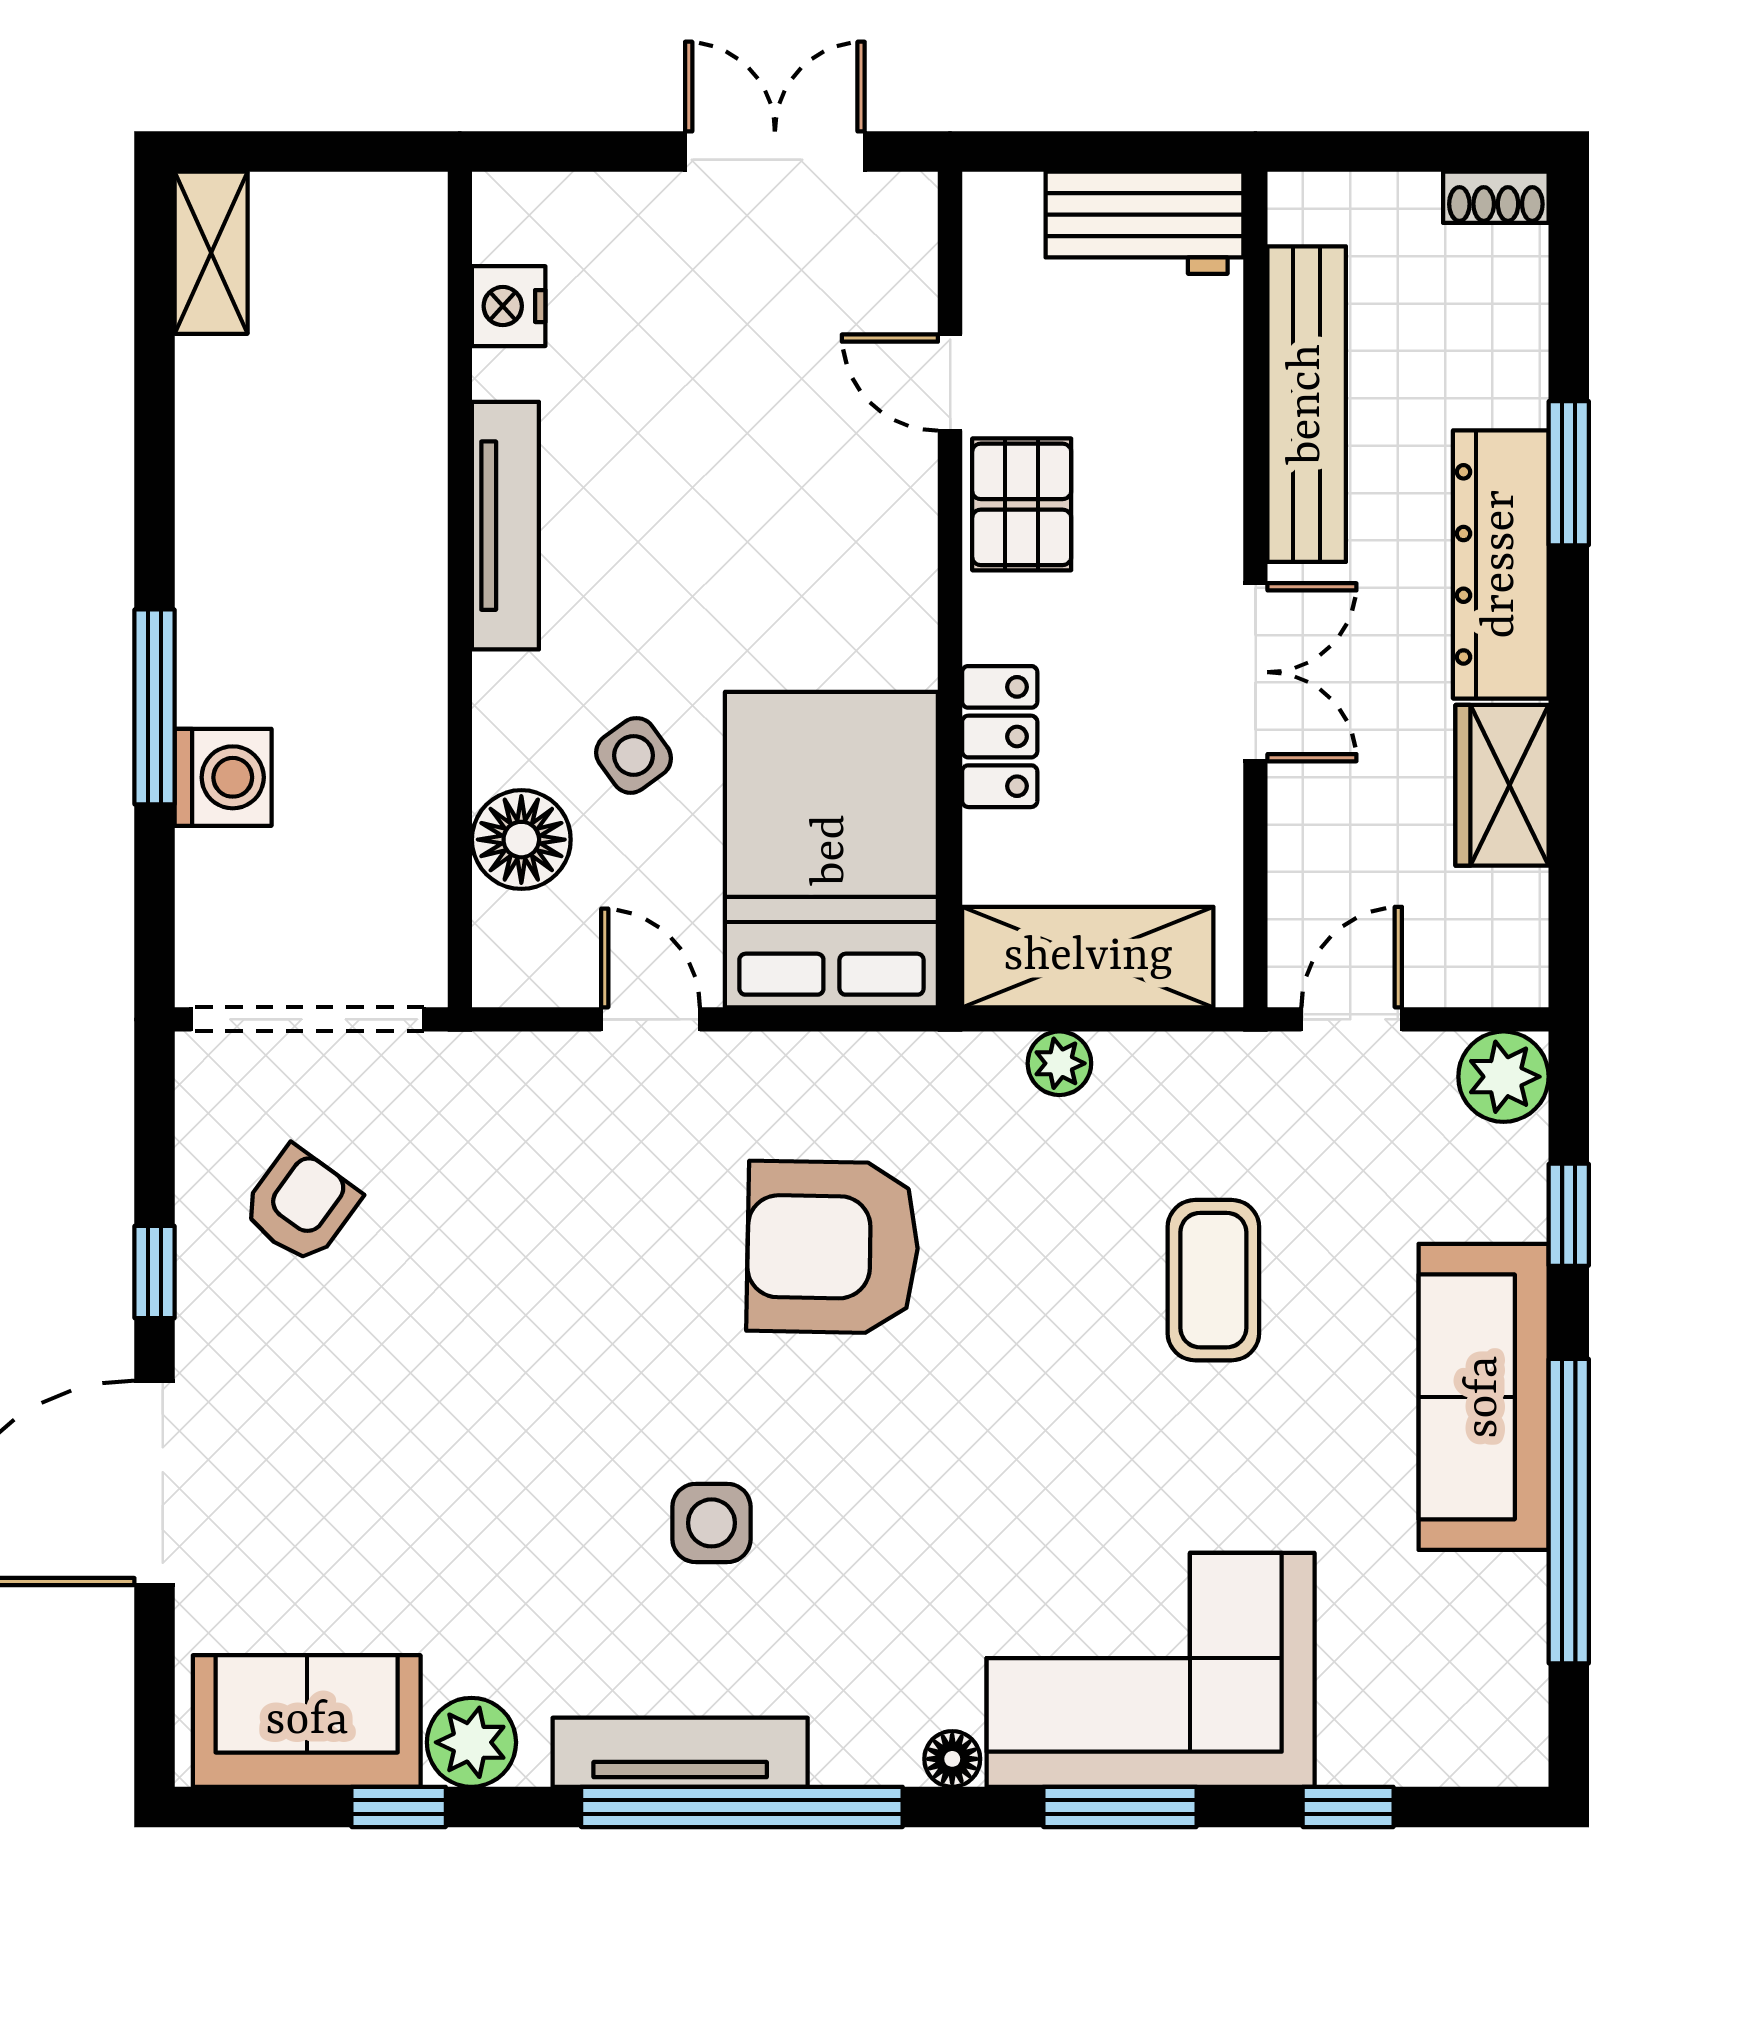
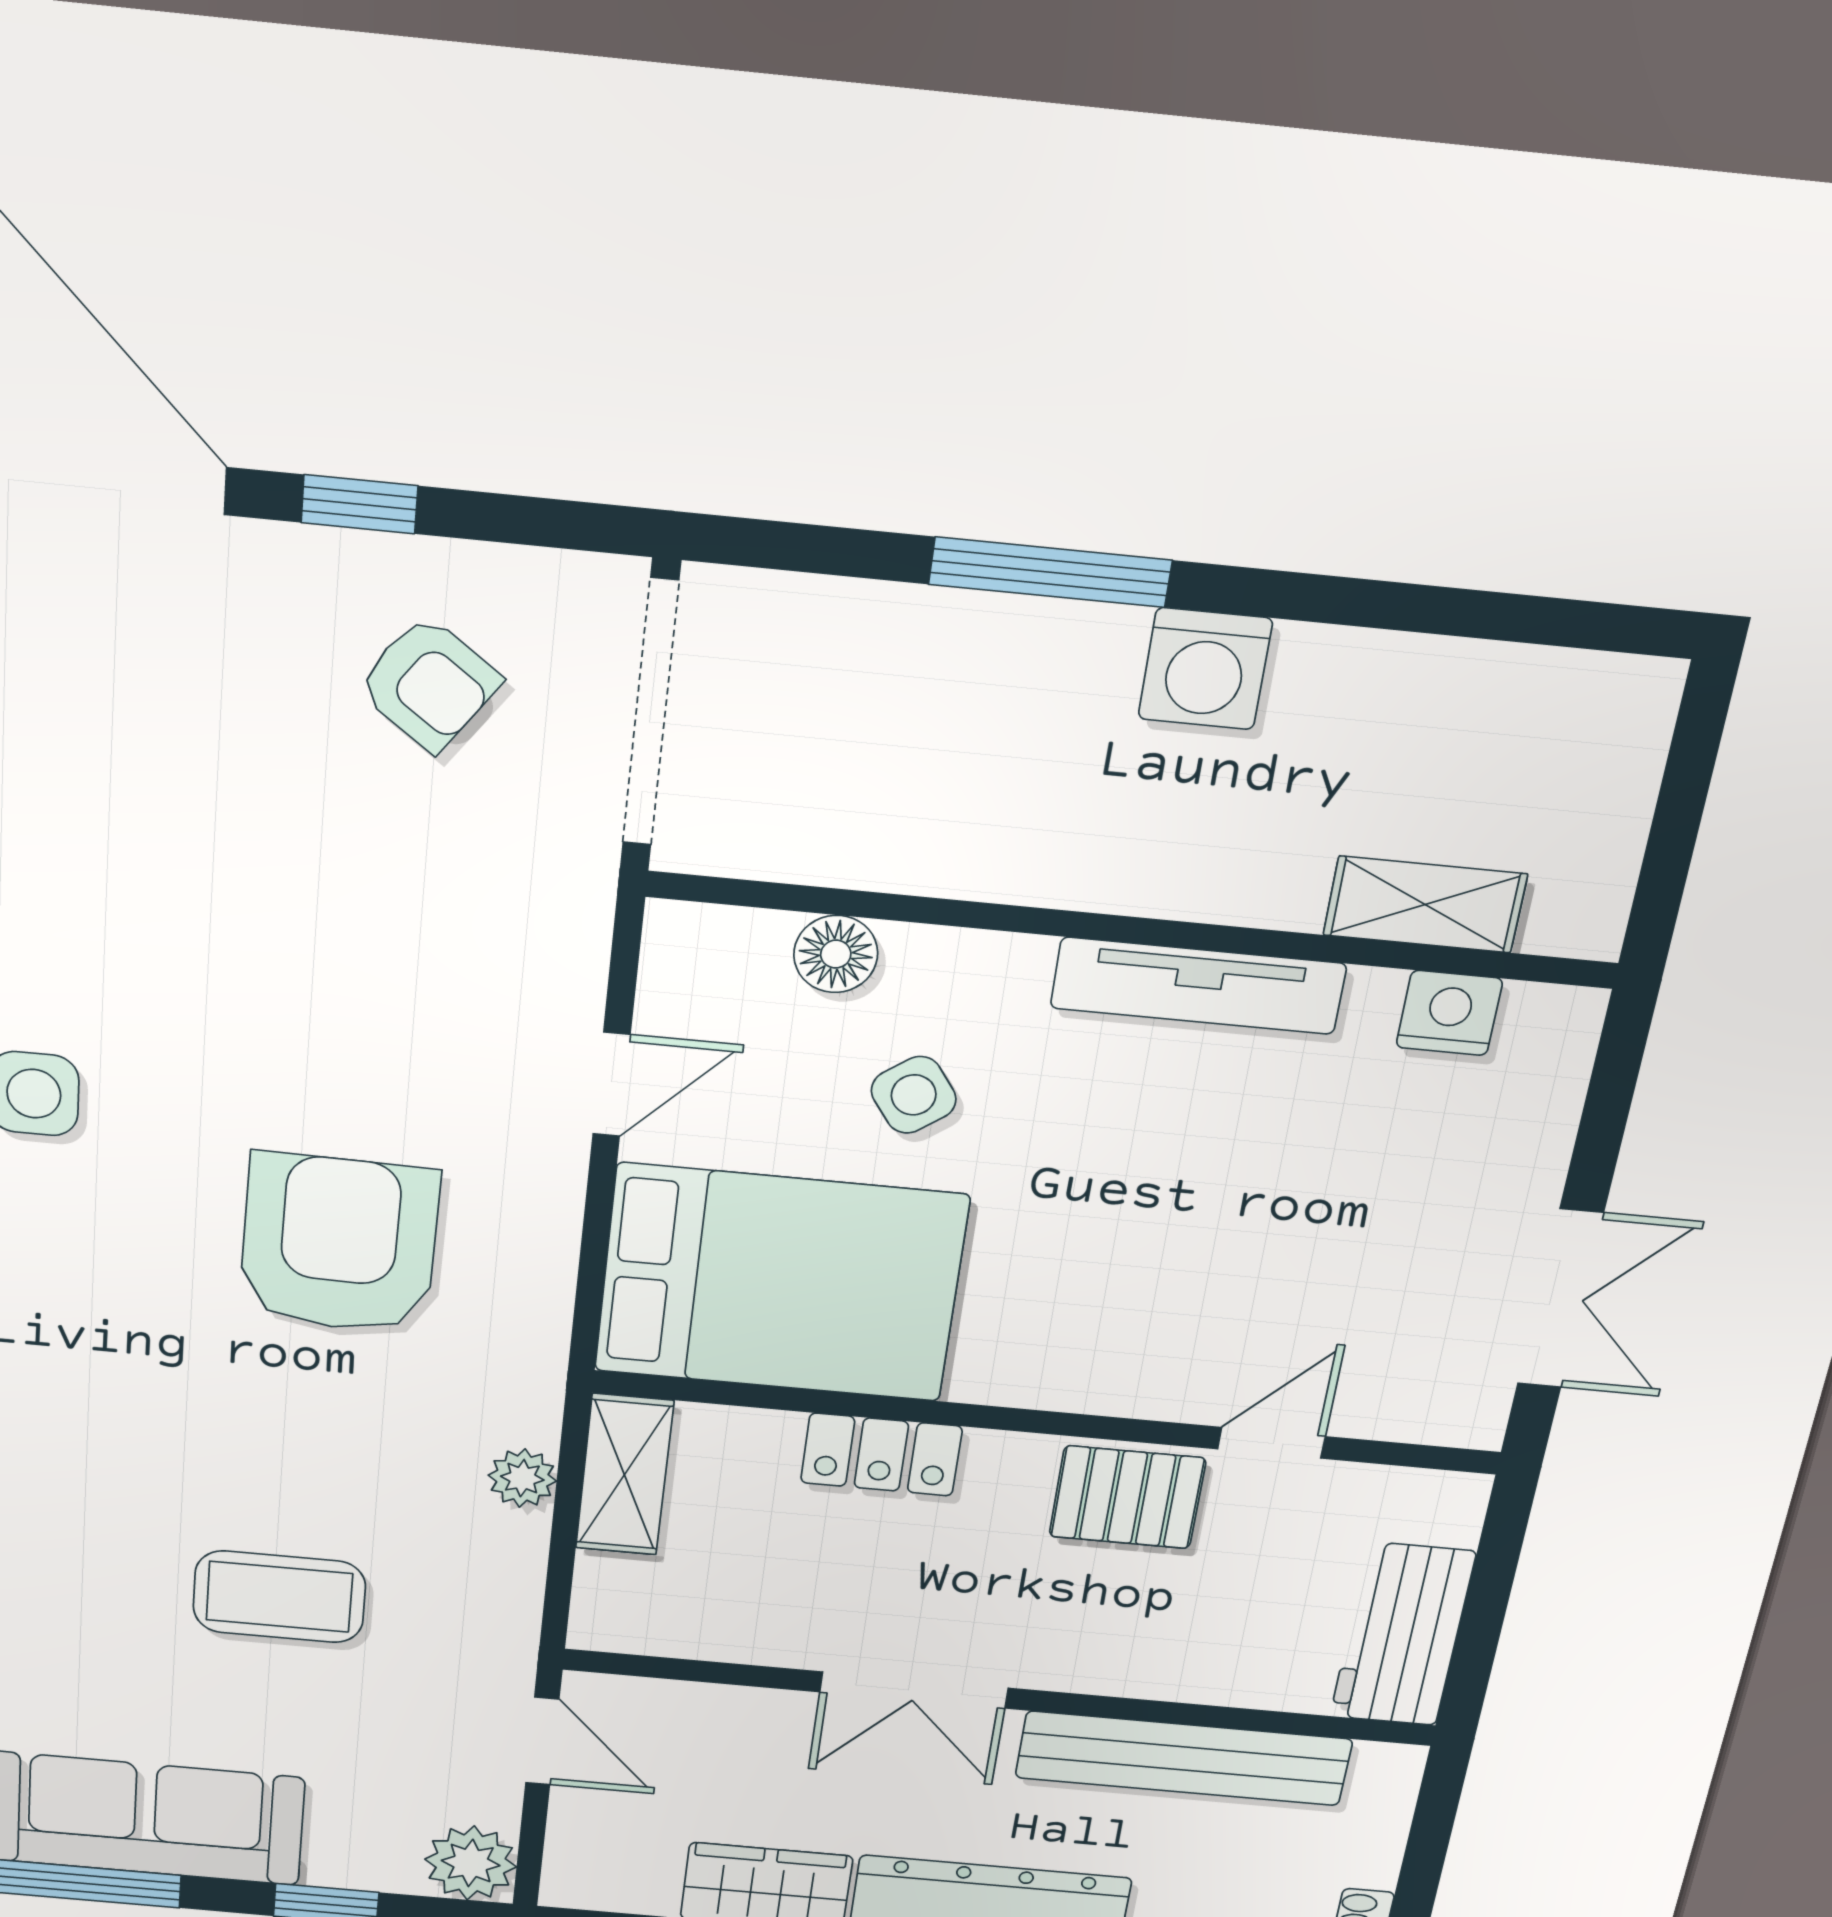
shelving: (211, 253) -> (1425, 905), moved
washing machine: (223, 777) -> (1205, 669), moved
floor lamp: (521, 840) -> (836, 954), width x0.73, depth x0.73
shelving: (1088, 957) -> (624, 1475), width x0.67, depth x0.75

